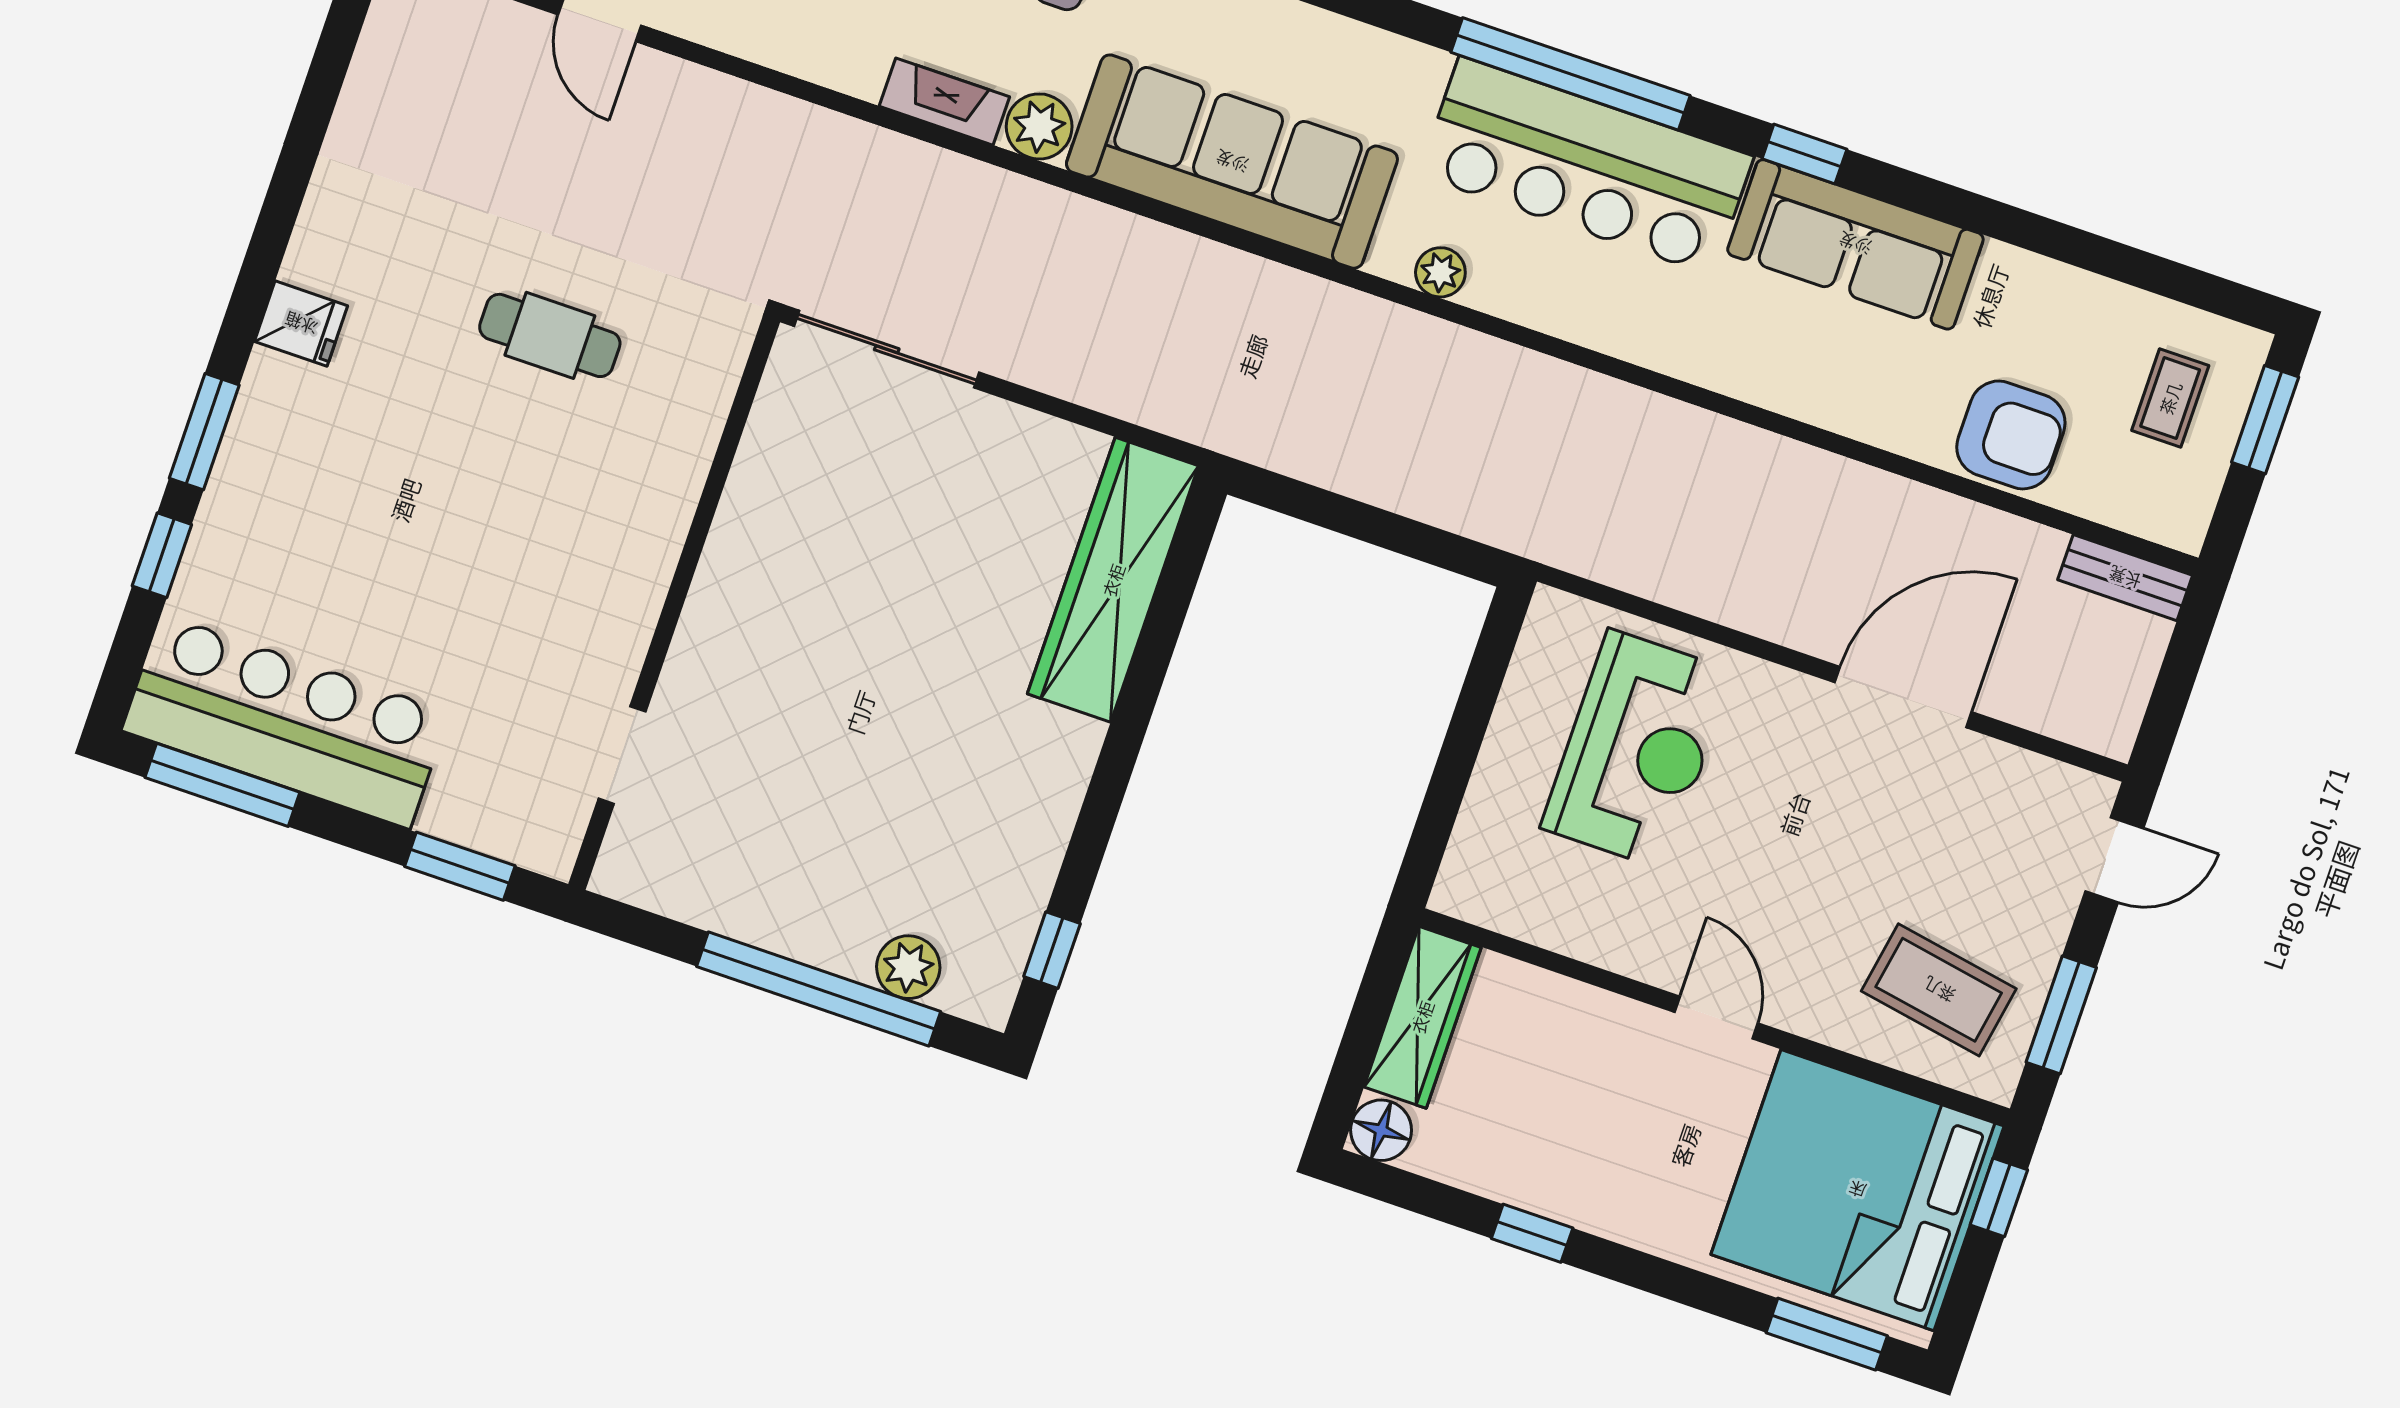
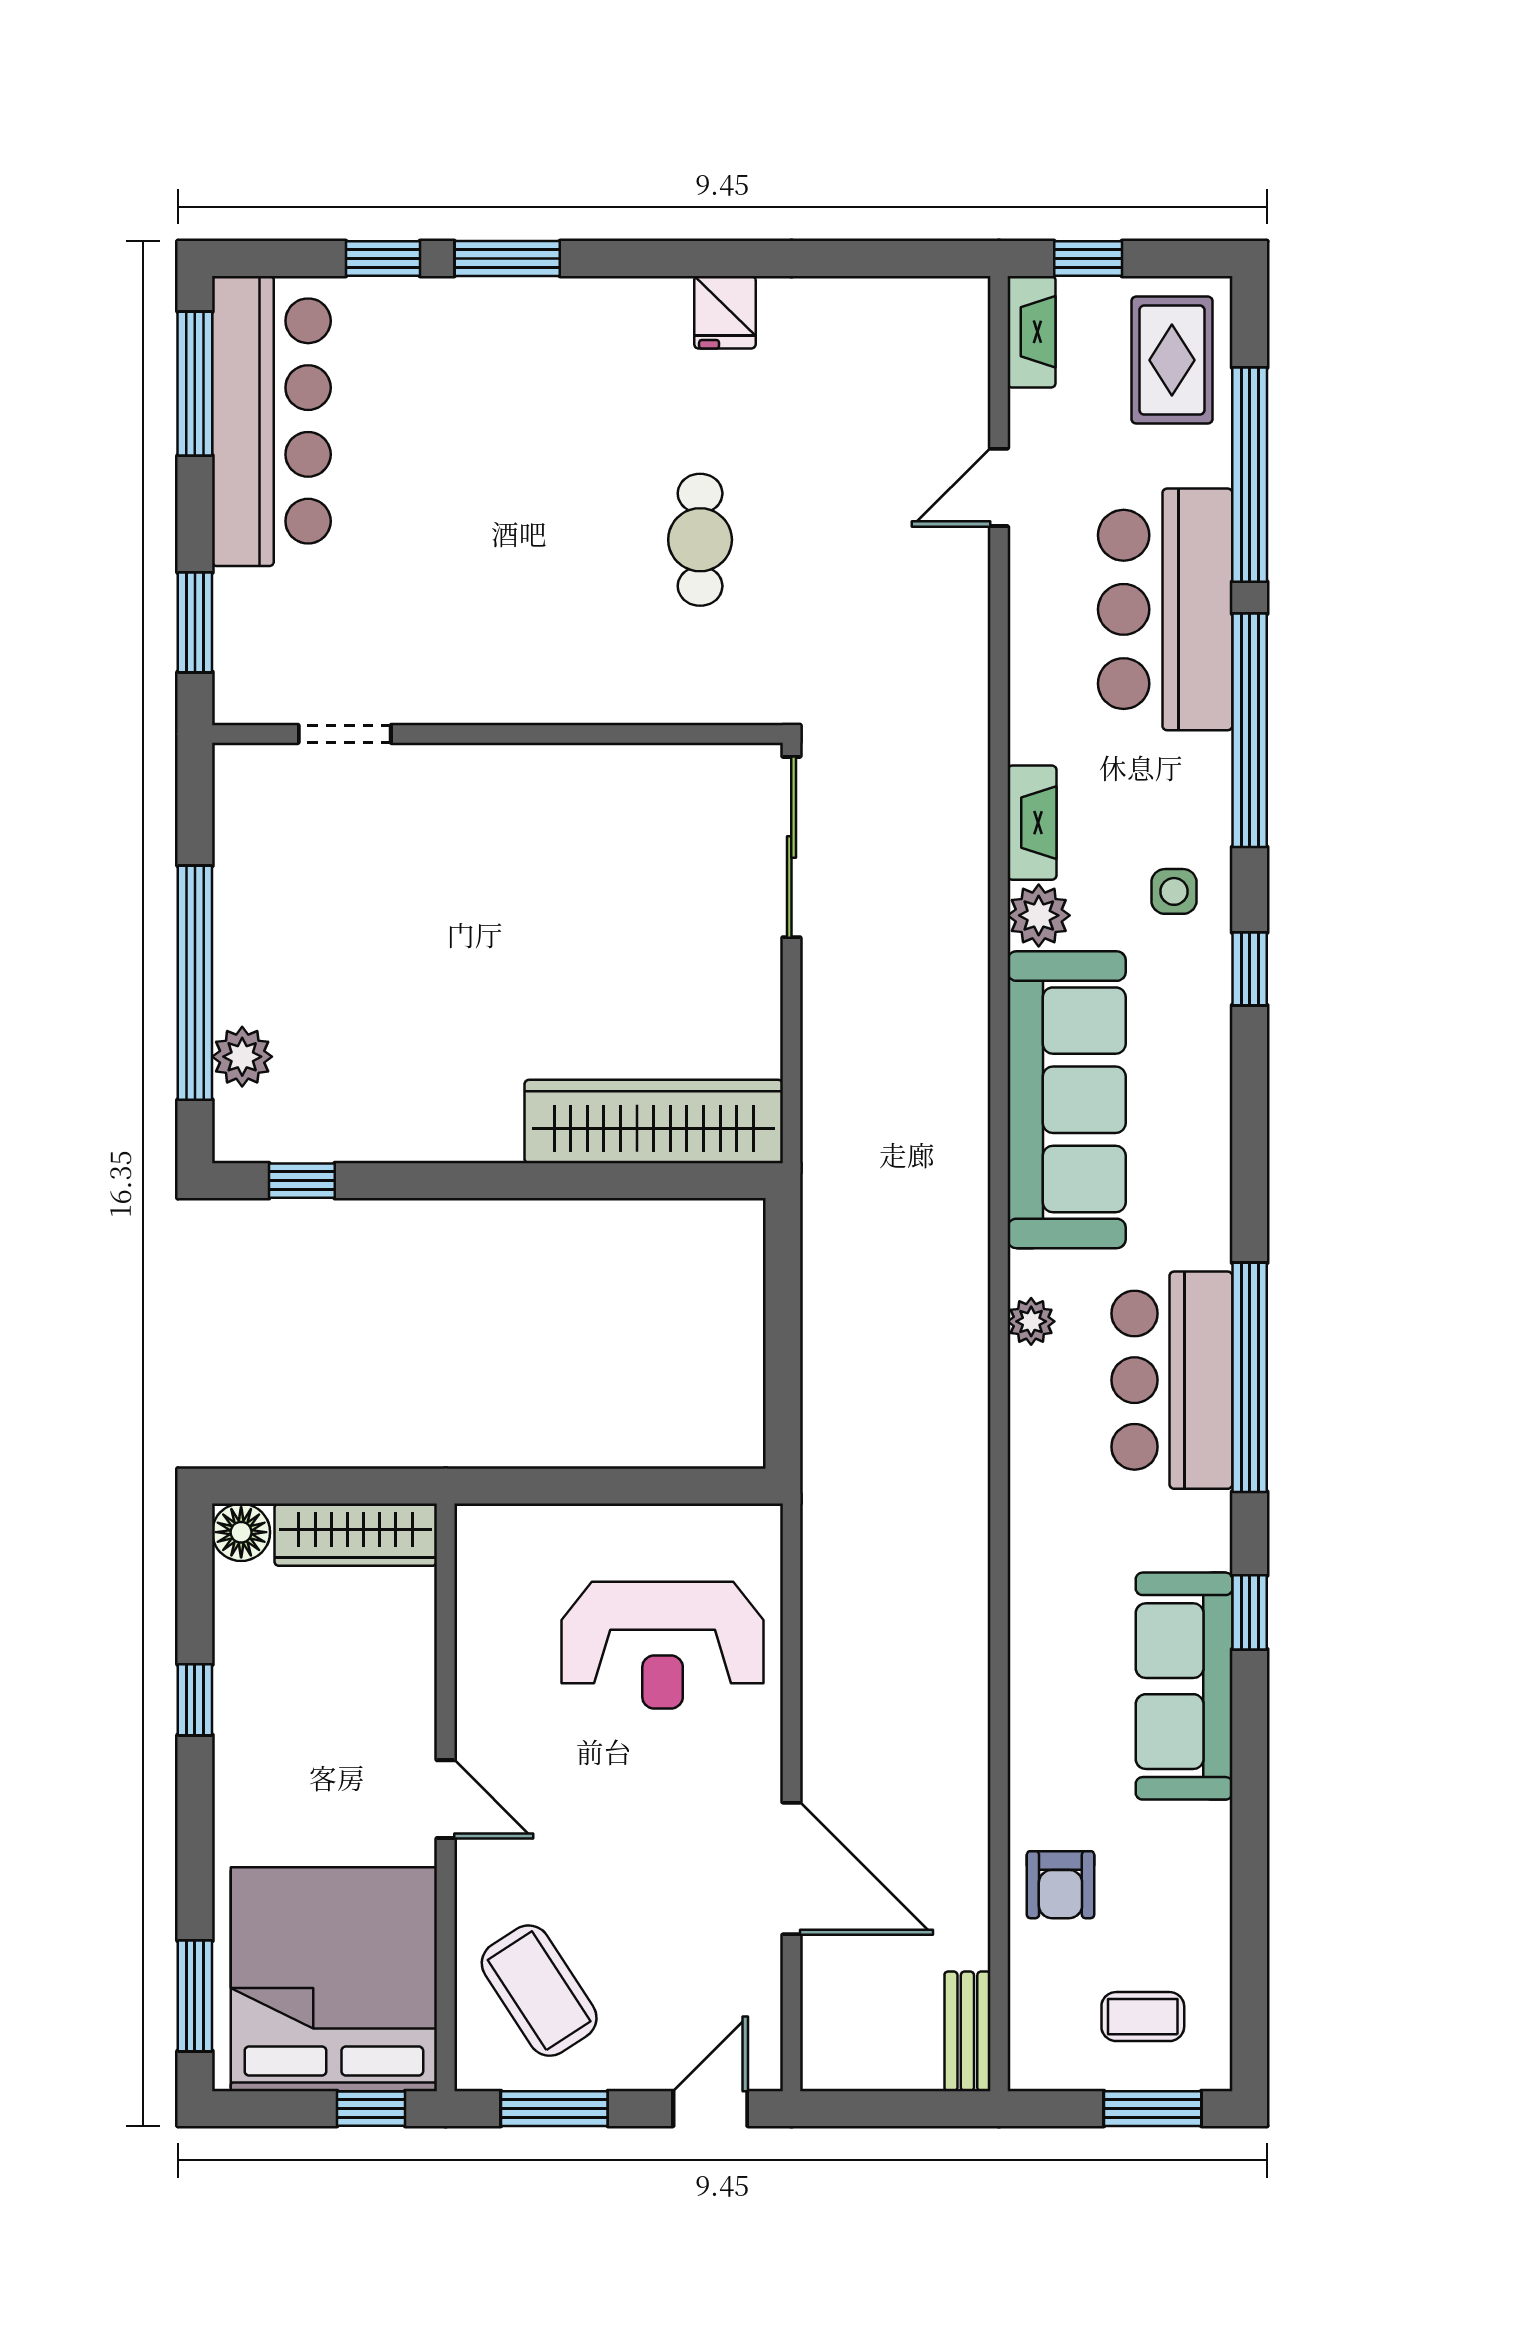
bar counter: (1586, 166) -> (1172, 1380), width x0.73
fridge: (301, 324) -> (725, 312), moved
armchair: (2011, 435) -> (1060, 1885), width x0.72, depth x0.72
door: (2114, 860) -> (710, 2109), swing flipped
coffee table: (1939, 990) -> (539, 1991), turned -43
door: (1716, 1018) -> (446, 1799), hinge flipped

